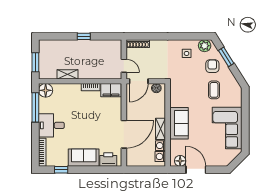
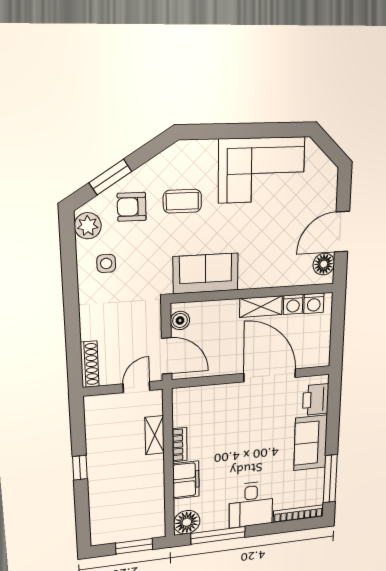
shelving: (67, 74) -> (155, 435), moved
filing cabinet: (111, 90) -> (186, 480), moved
sofa: (179, 123) -> (206, 273), moved
window: (61, 170) -> (330, 479), width x2.17

